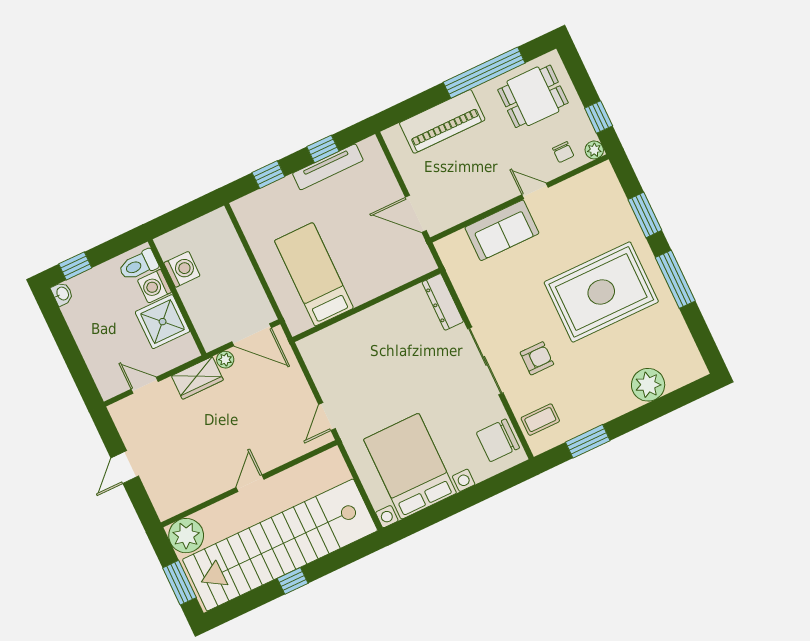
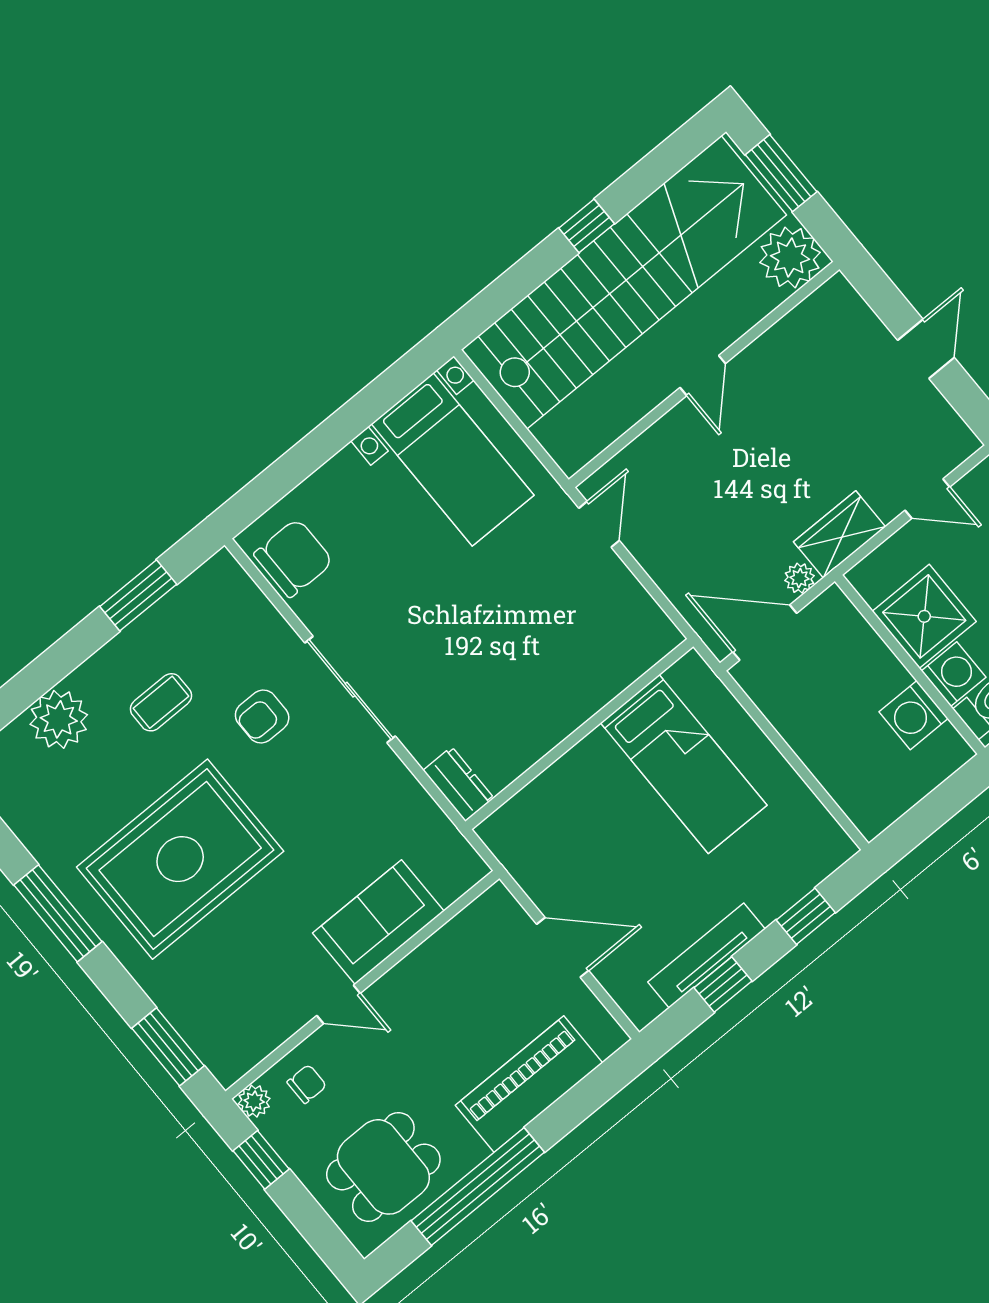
chair: (563, 152) -> (307, 1084), turned 90
door: (416, 214) -> (563, 947), moved
window: (645, 215) -> (168, 1047), moved
dresser: (443, 302) -> (459, 784), width x0.70
coffee table: (540, 420) -> (161, 702), moved
bed with nightstands: (410, 466) -> (453, 459), width x0.73

